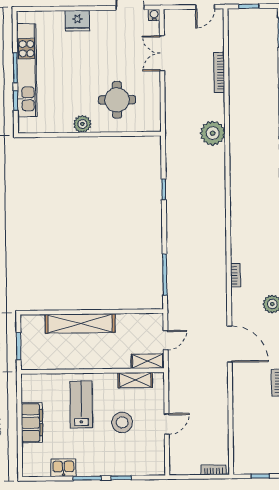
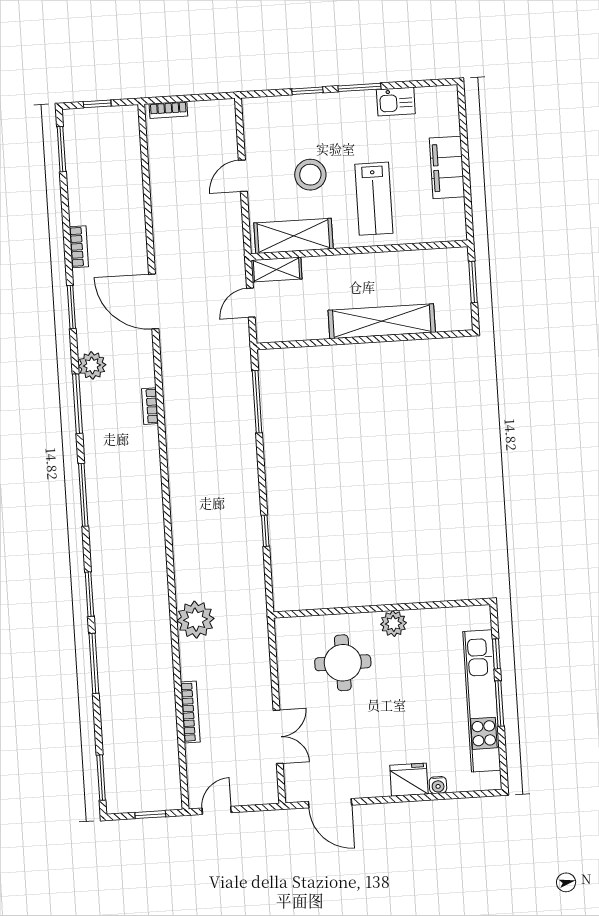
water cooler: (154, 15) -> (438, 785), moved
shelving: (135, 380) -> (293, 236), width x1.50, depth x1.33

